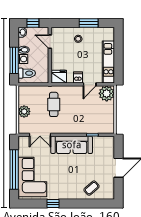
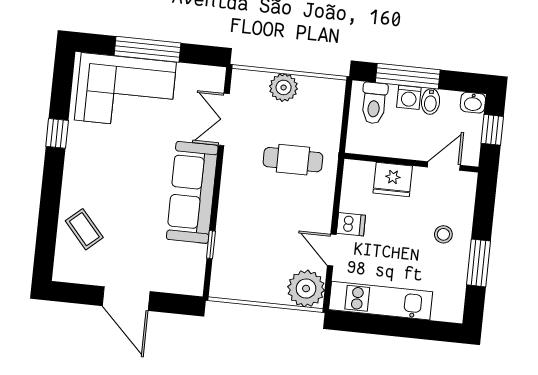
fridge: (59, 77) -> (393, 179), moved, turned 90
window: (14, 170) -> (148, 49), width x0.68

